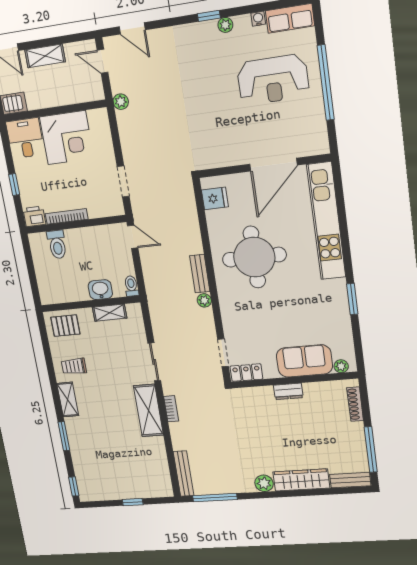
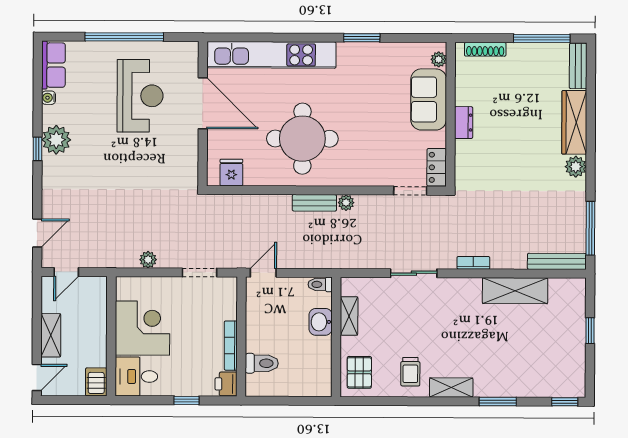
plant: (225, 25) -> (56, 140), width x1.87, depth x1.87
reception desk: (273, 80) -> (140, 96), moved
plant: (121, 102) -> (148, 260), moved
shelving: (148, 410) -> (515, 291), moved

